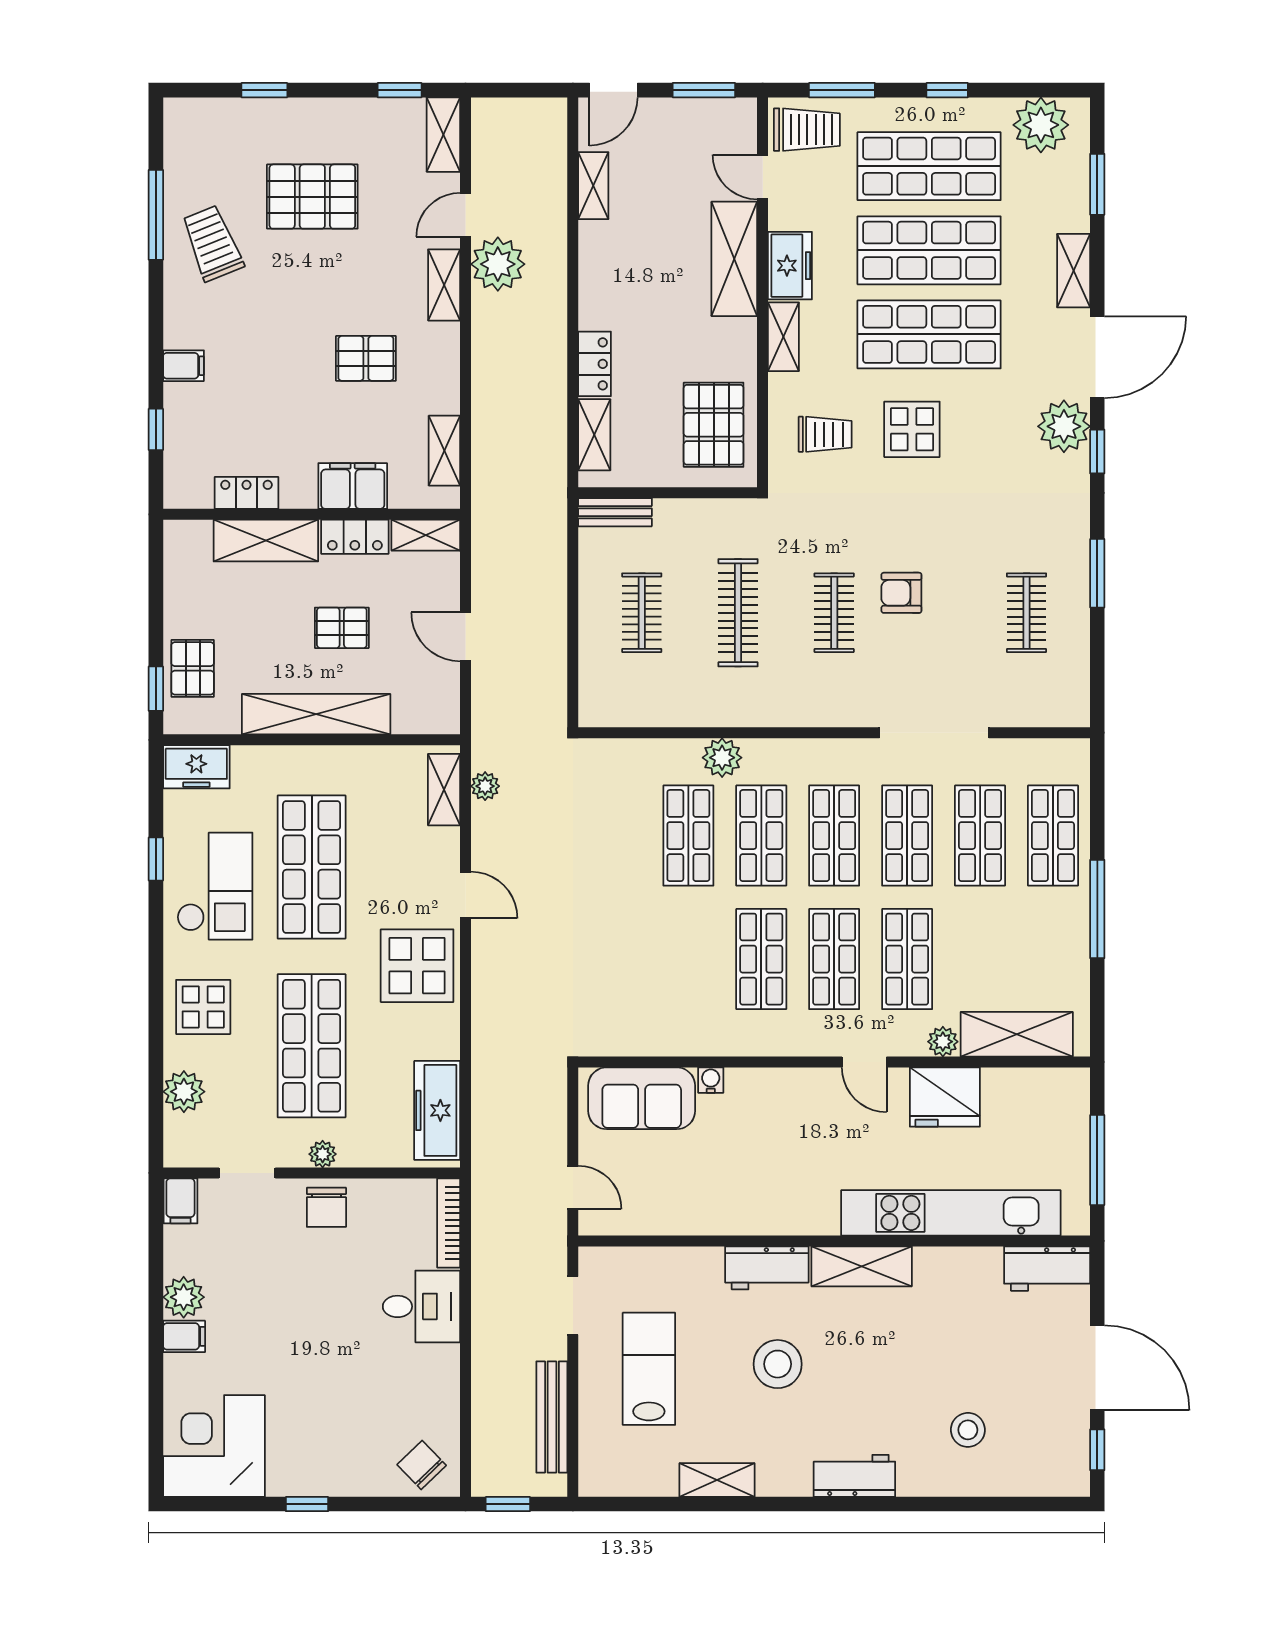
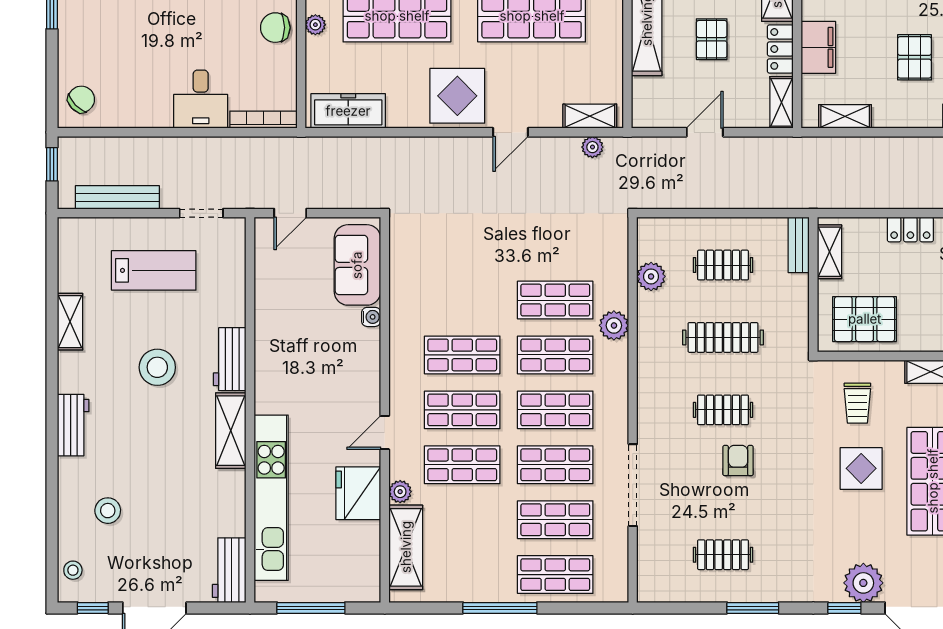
shelving: (594, 435) -> (829, 252), moved, turned 90
plant: (657, 708) -> (651, 276), added
stool: (1047, 1476) -> (73, 570), added

